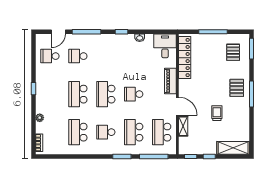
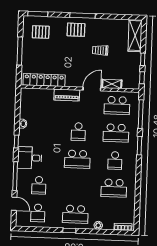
desk: (165, 46) -> (30, 158), moved
school desk: (78, 94) -> (75, 214), moved

